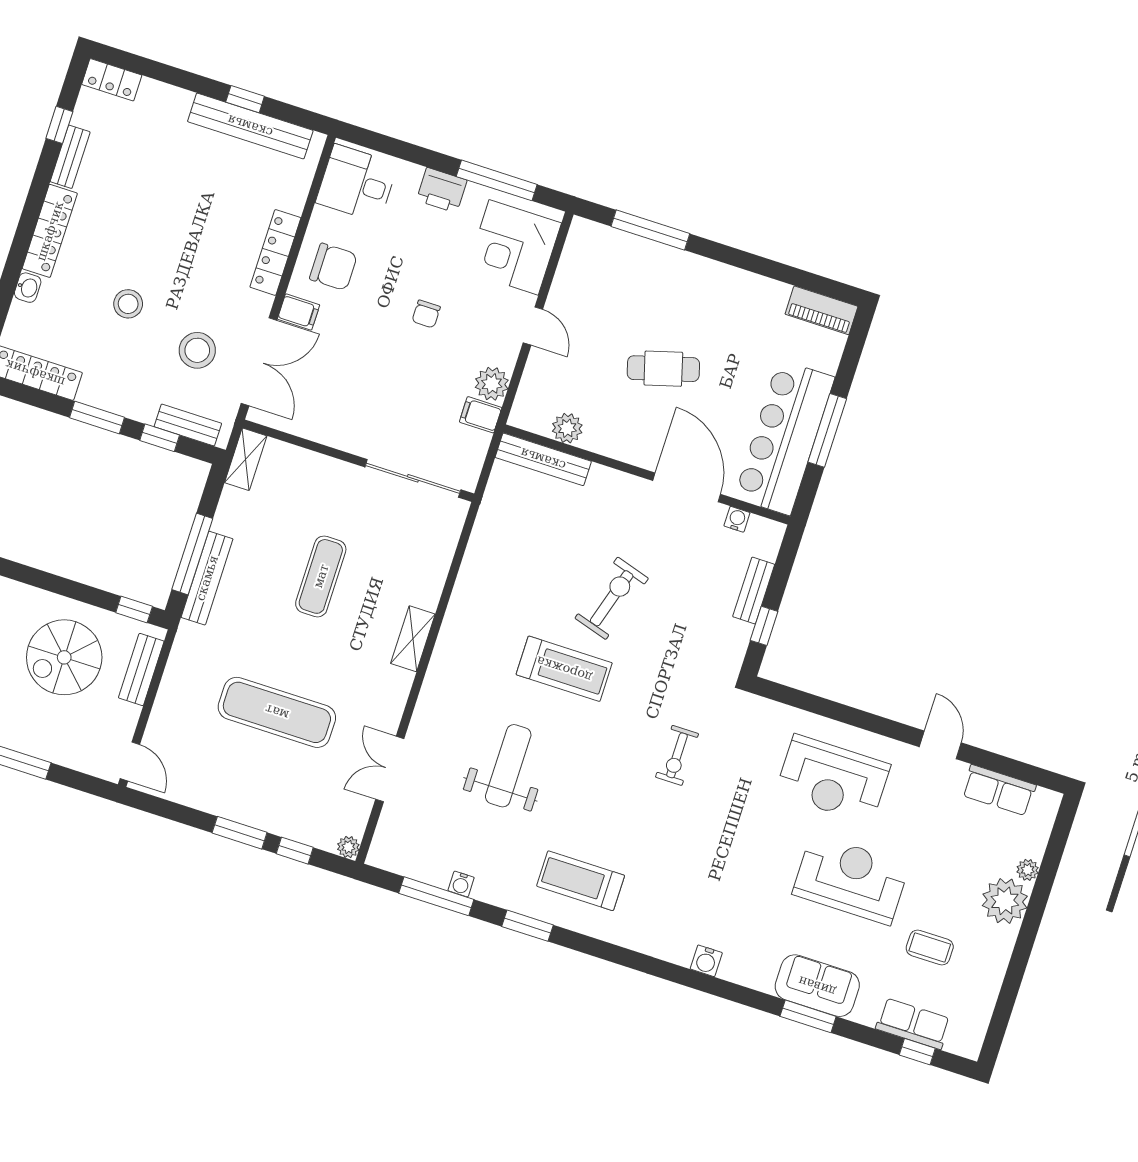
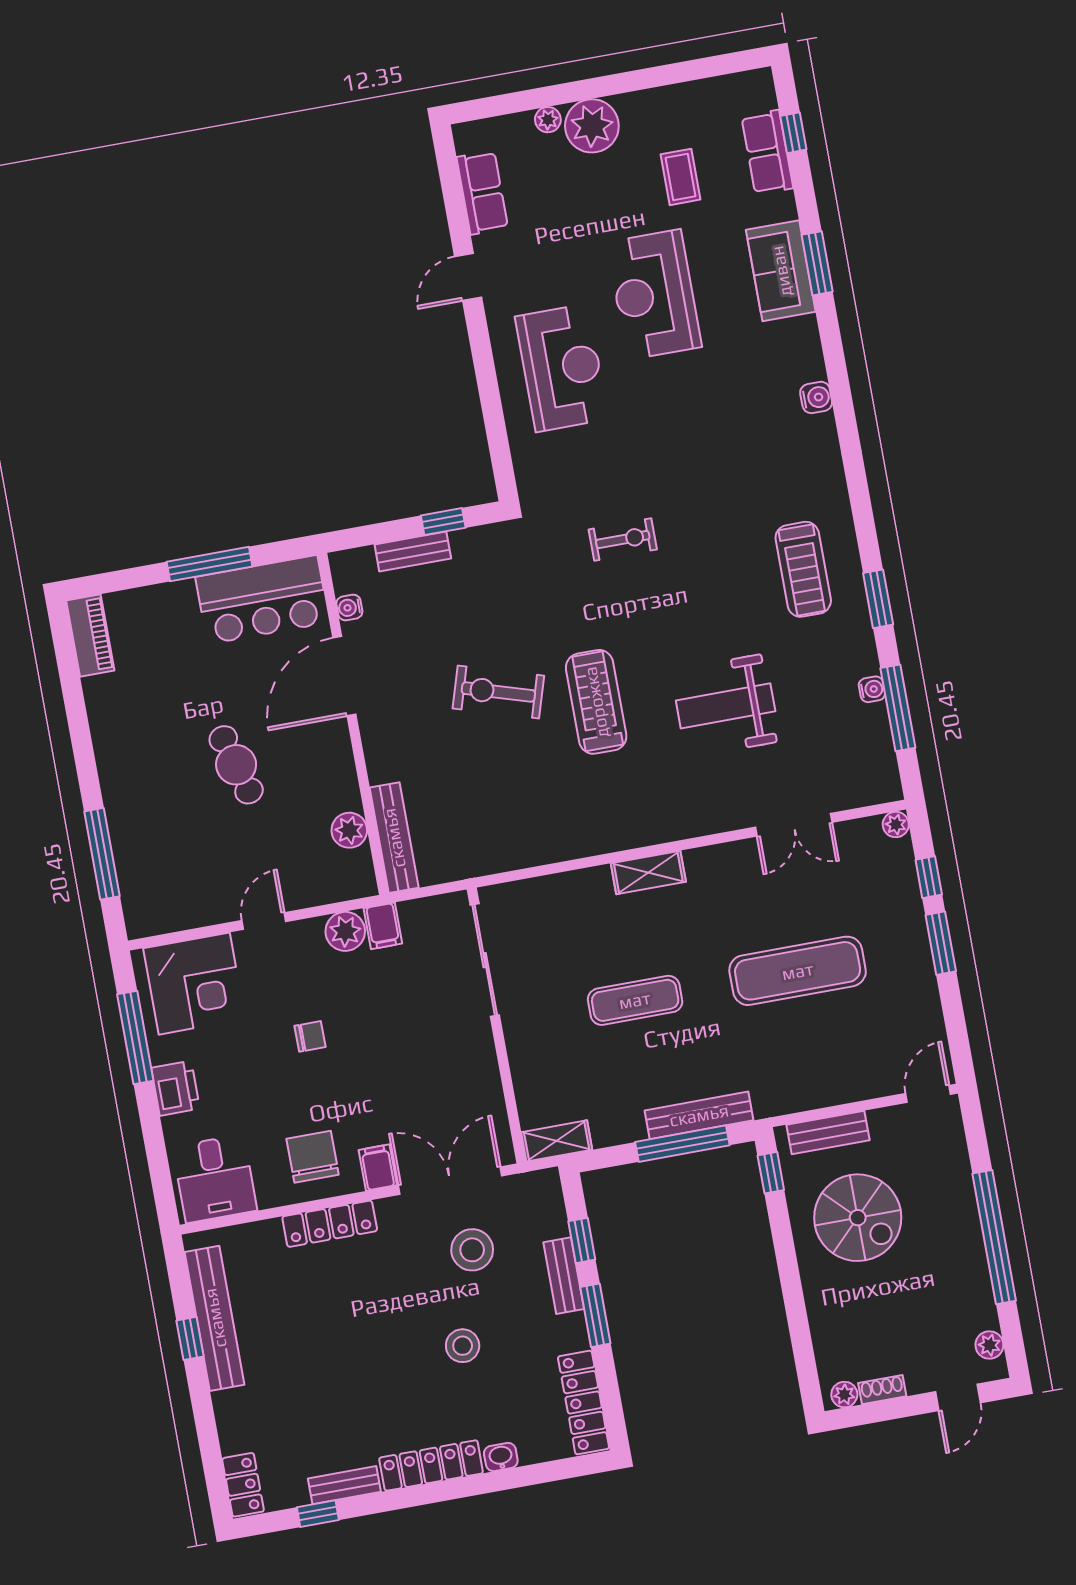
bench: (188, 425) -> (564, 1276), moved
bar counter: (784, 438) -> (262, 600), width x0.73
exercise mat: (277, 712) -> (798, 971), turned 90

